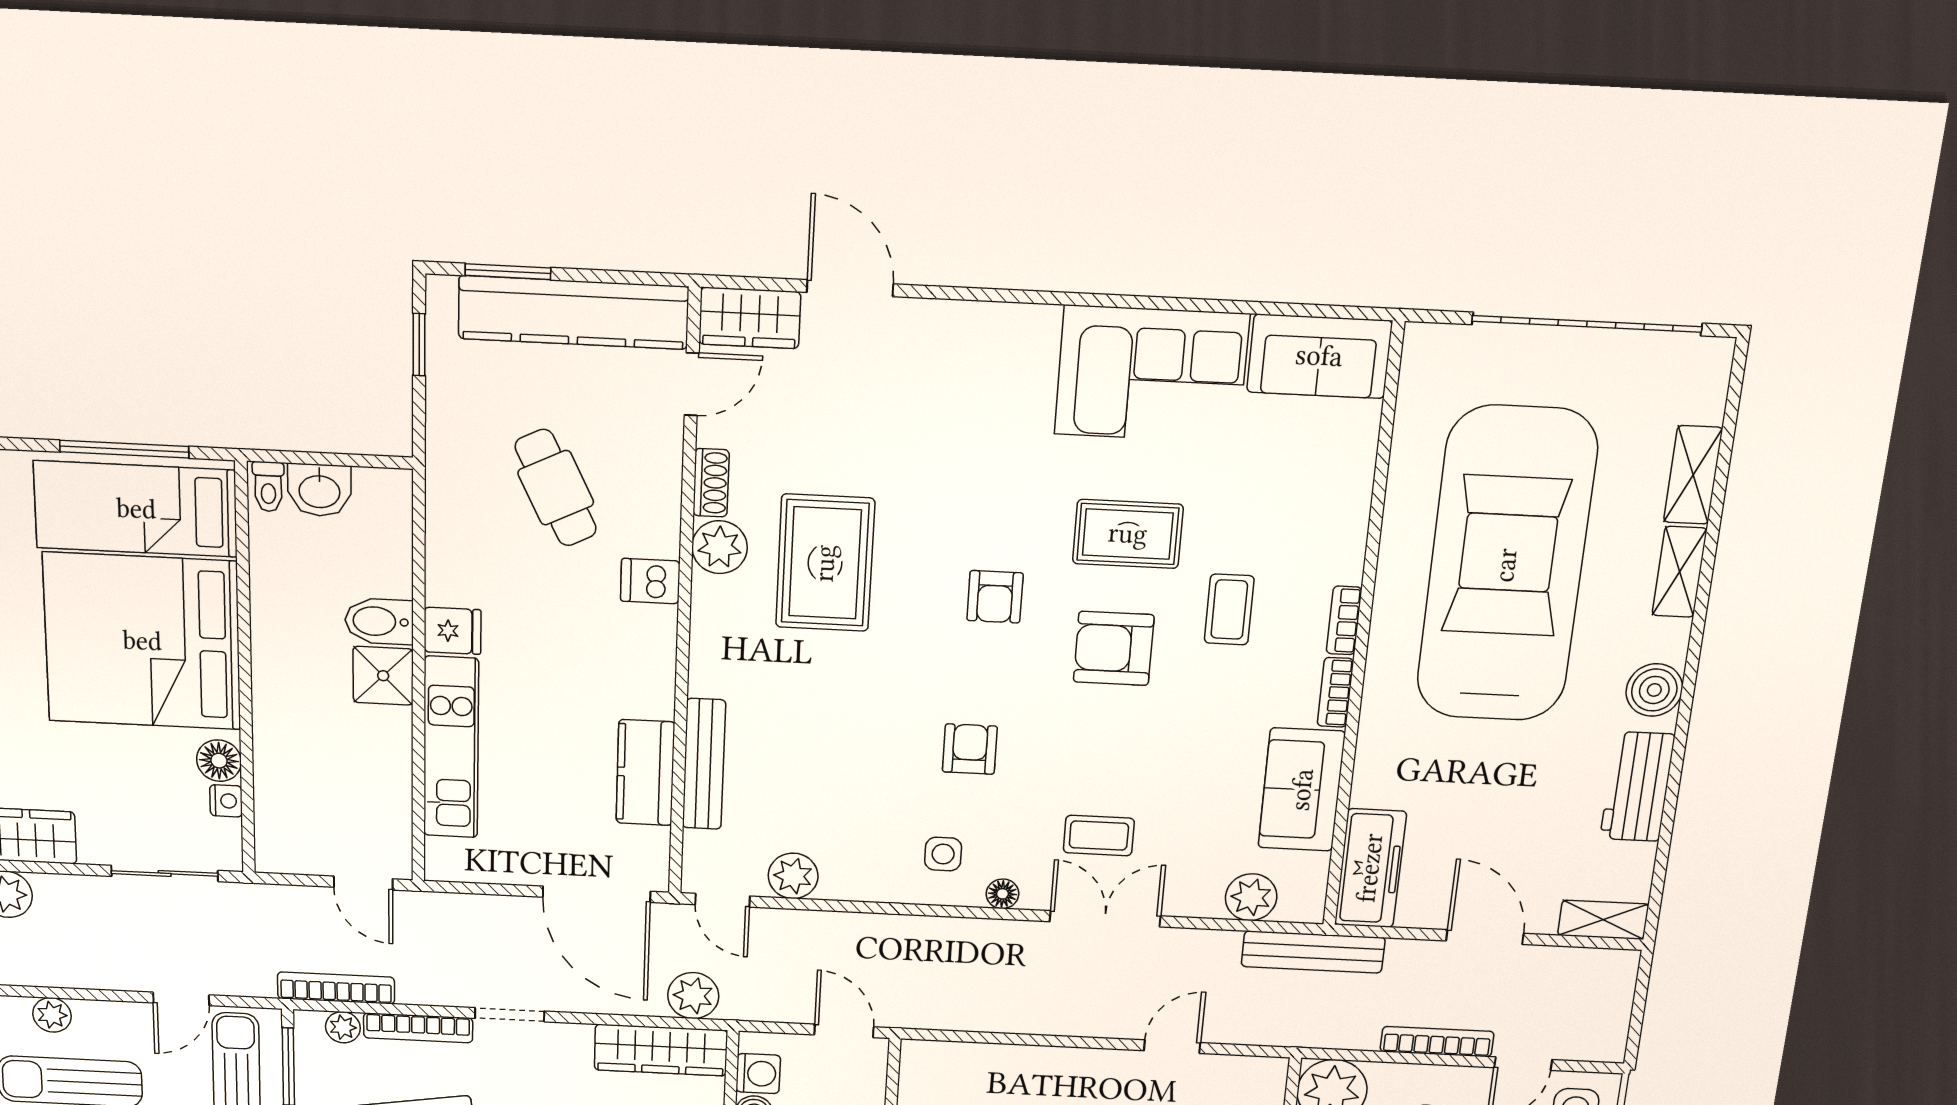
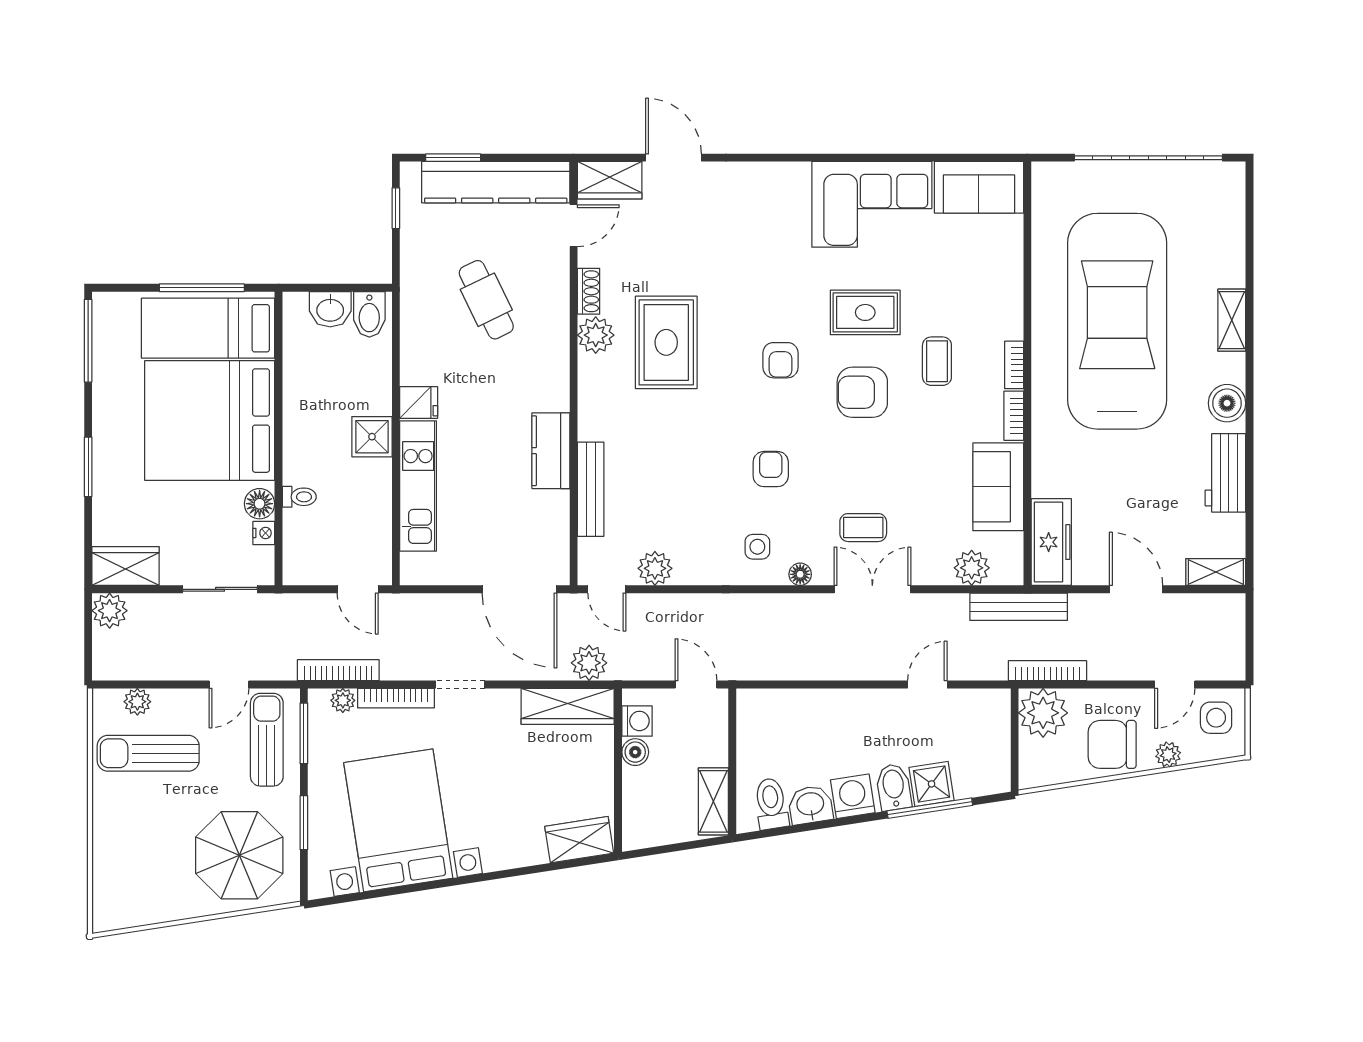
shelving: (1693, 475) -> (1231, 254), removed
toilet: (268, 487) -> (299, 497), moved, turned -90
dishwasher: (650, 581) -> (550, 361), removed
bidet: (379, 621) -> (369, 314), moved, turned -90
kitchen counter: (645, 773) -> (551, 451), moved
bookcase: (1437, 1042) -> (1047, 671), moved

